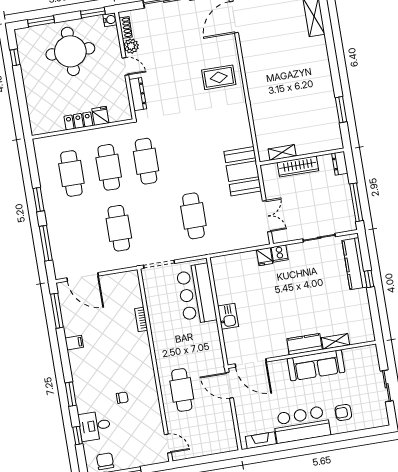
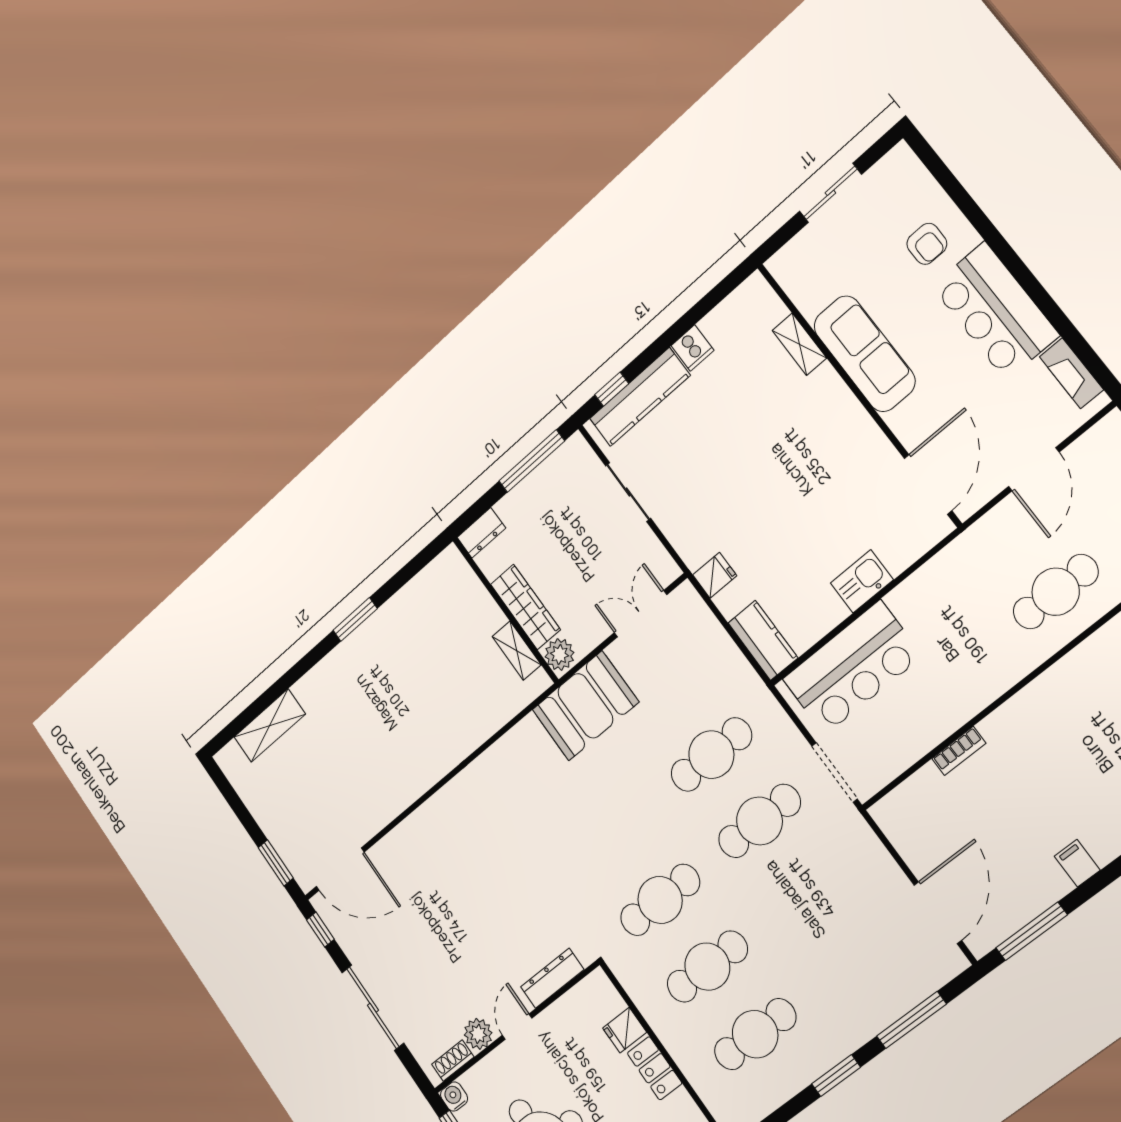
rug: (219, 77) -> (450, 842), removed
window: (341, 110) -> (355, 619), moved
plant: (270, 171) -> (559, 655), added
cafe table: (119, 228) -> (759, 821), moved
cooker: (280, 254) -> (693, 348), moved, turned 90
window: (369, 279) -> (612, 389), moved
kitchen counter: (304, 344) -> (763, 640), moved, turned 180
door: (229, 385) -> (1034, 469), moved

